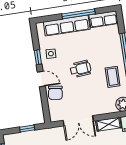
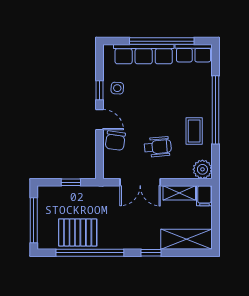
window: (79, 14) -> (162, 41), width x1.46
wheelchair: (81, 69) -> (158, 147), moved

